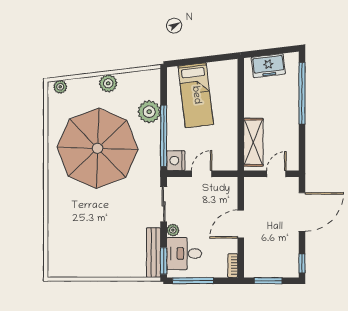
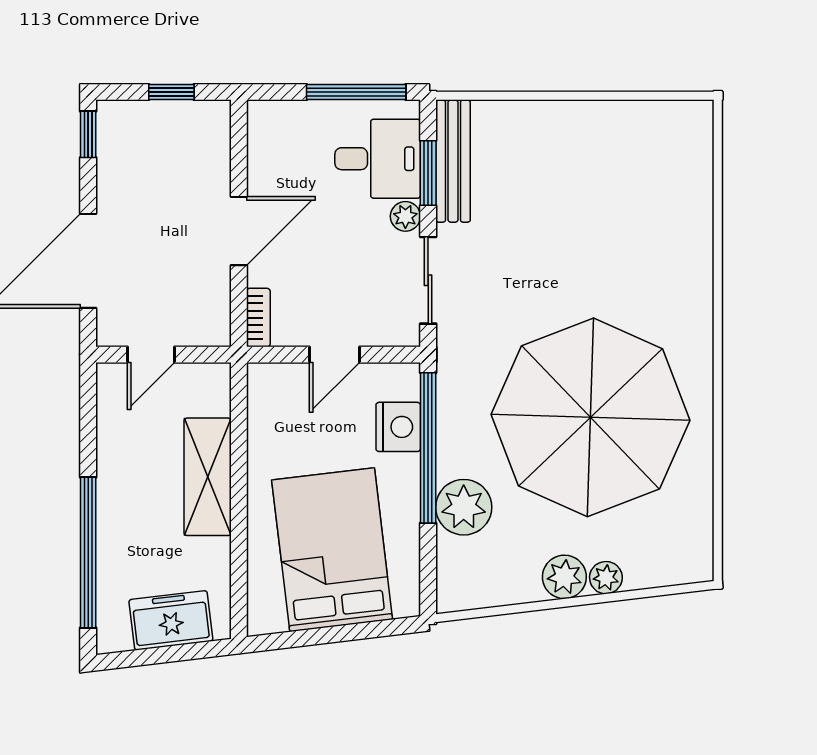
plant: (60, 87) -> (606, 578), moved
bed: (196, 95) -> (332, 550), width x1.50
shelving: (253, 142) -> (208, 477), moved
nightstand: (176, 161) -> (398, 427), moved
window: (164, 261) -> (428, 173), moved
bookcase: (233, 266) -> (258, 318), moved
window: (268, 281) -> (171, 92), width x0.67

